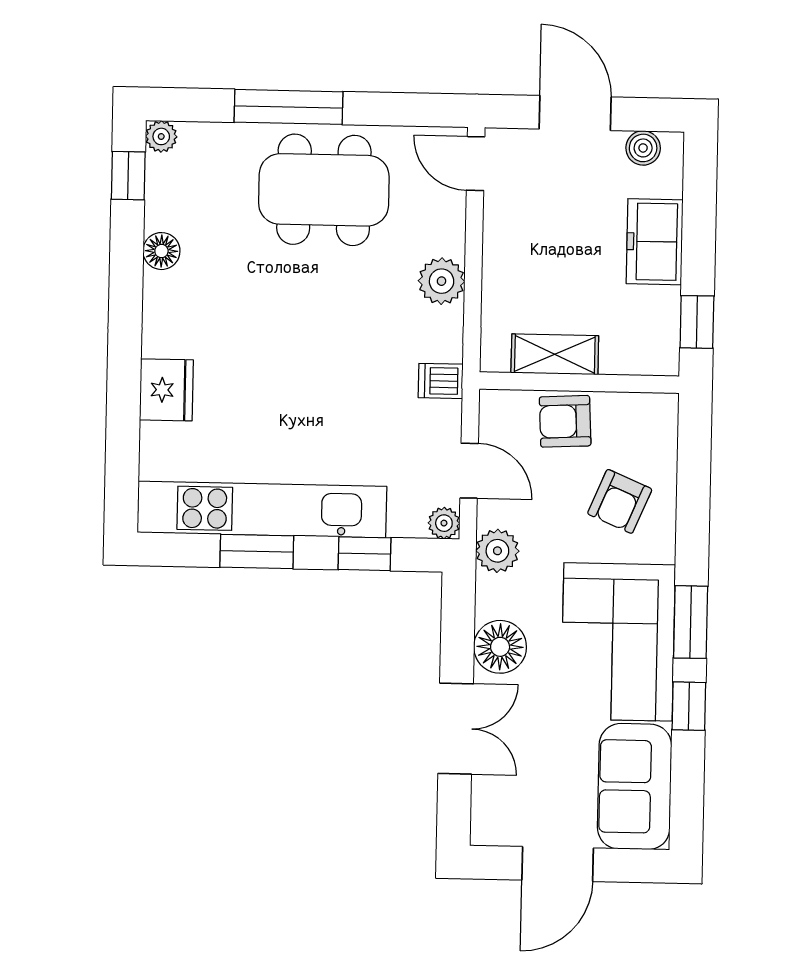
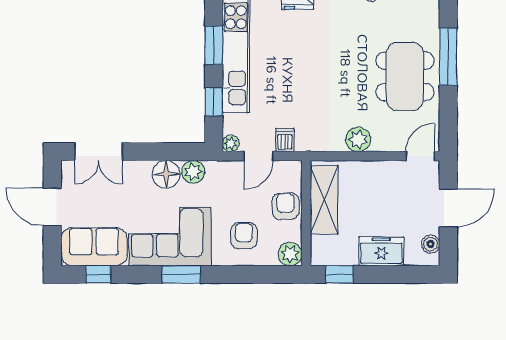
shelving: (555, 354) -> (324, 200), width x1.50, depth x1.33
dishwasher: (441, 381) -> (285, 140), moved
plant: (656, 415) -> (290, 254), added
armchair: (620, 501) -> (244, 236), turned 67
plant: (497, 551) -> (193, 172), moved
window: (689, 706) -> (98, 274), moved
double door: (456, 729) -> (99, 152), moved

